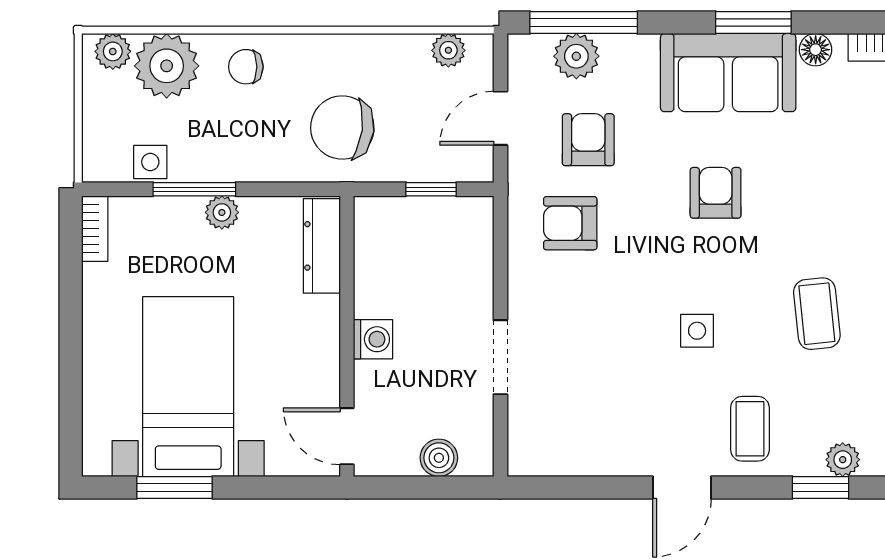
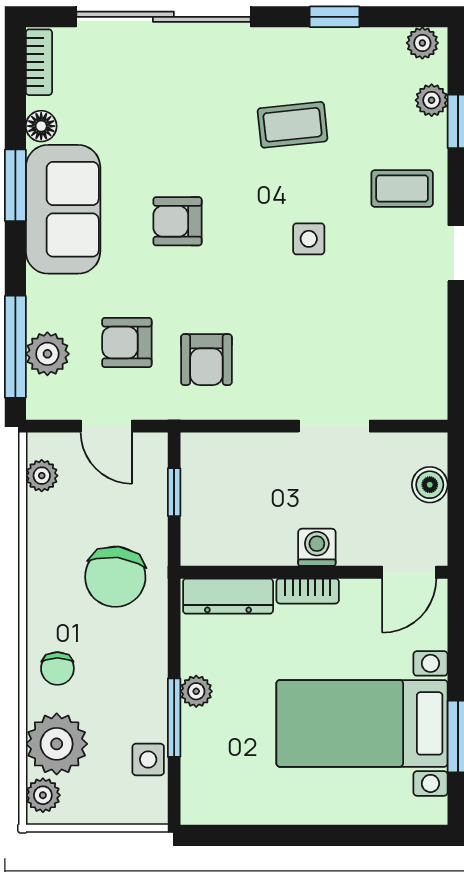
bookcase: (95, 229) -> (308, 591), moved, turned 180

